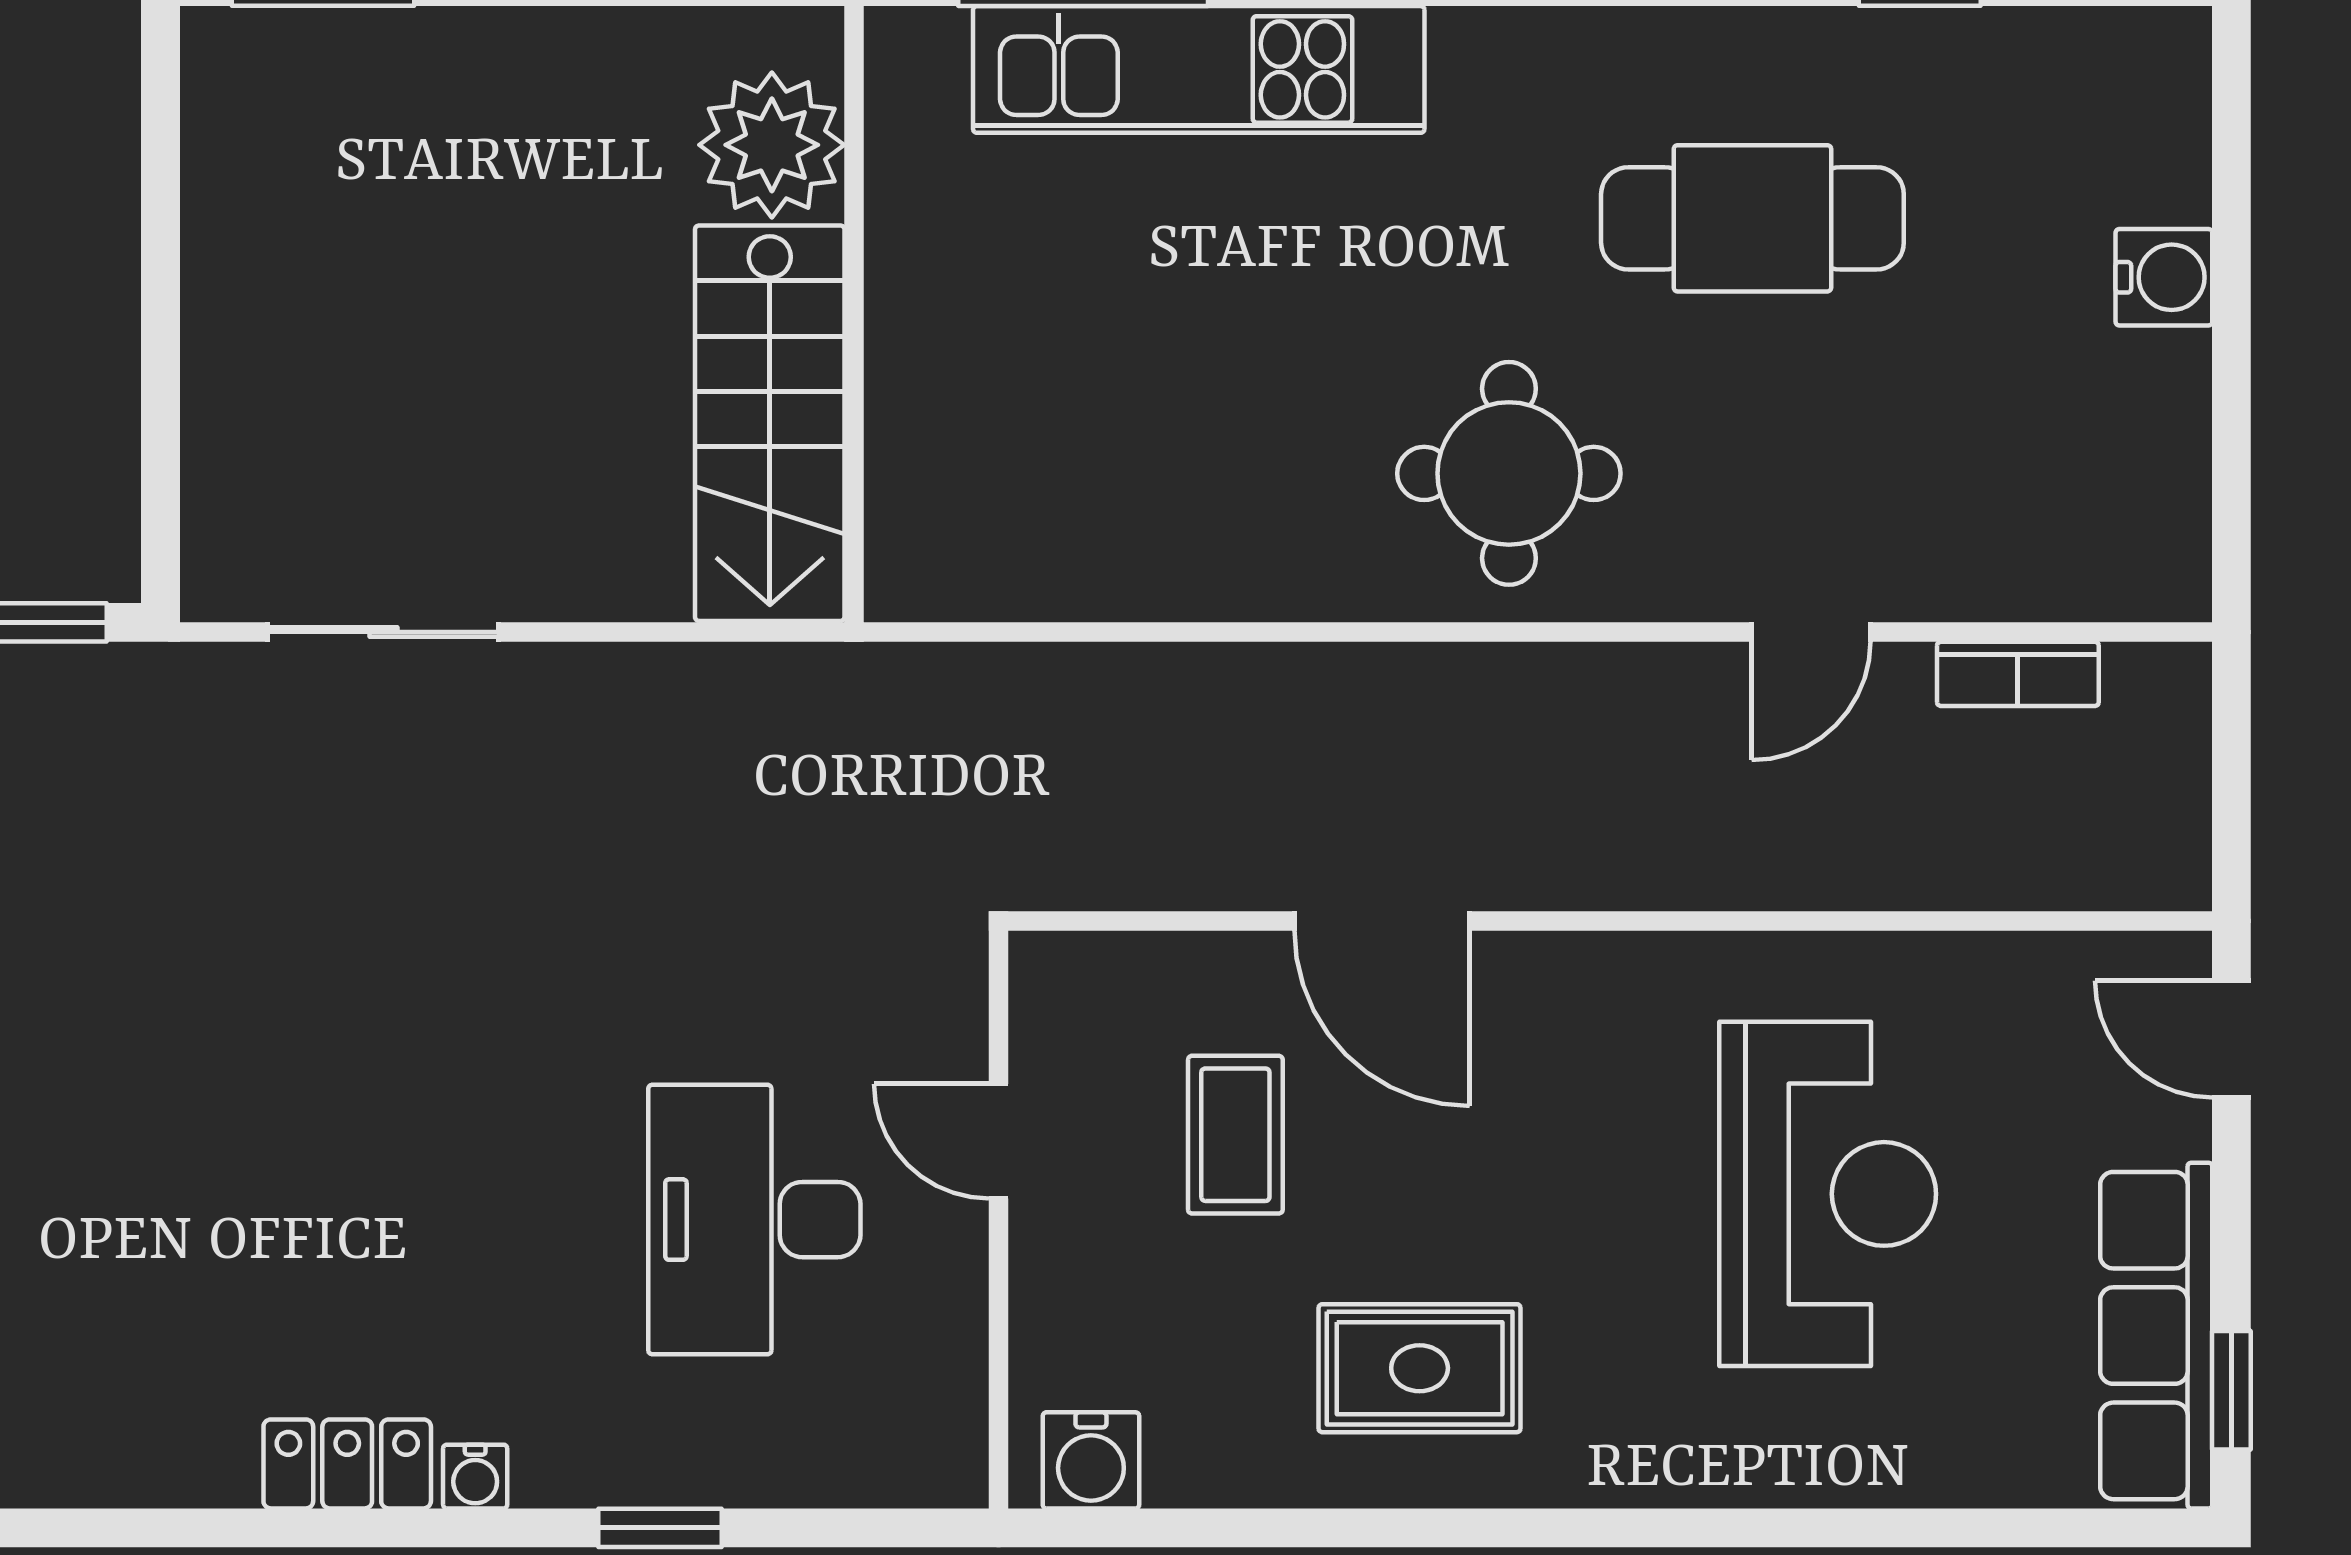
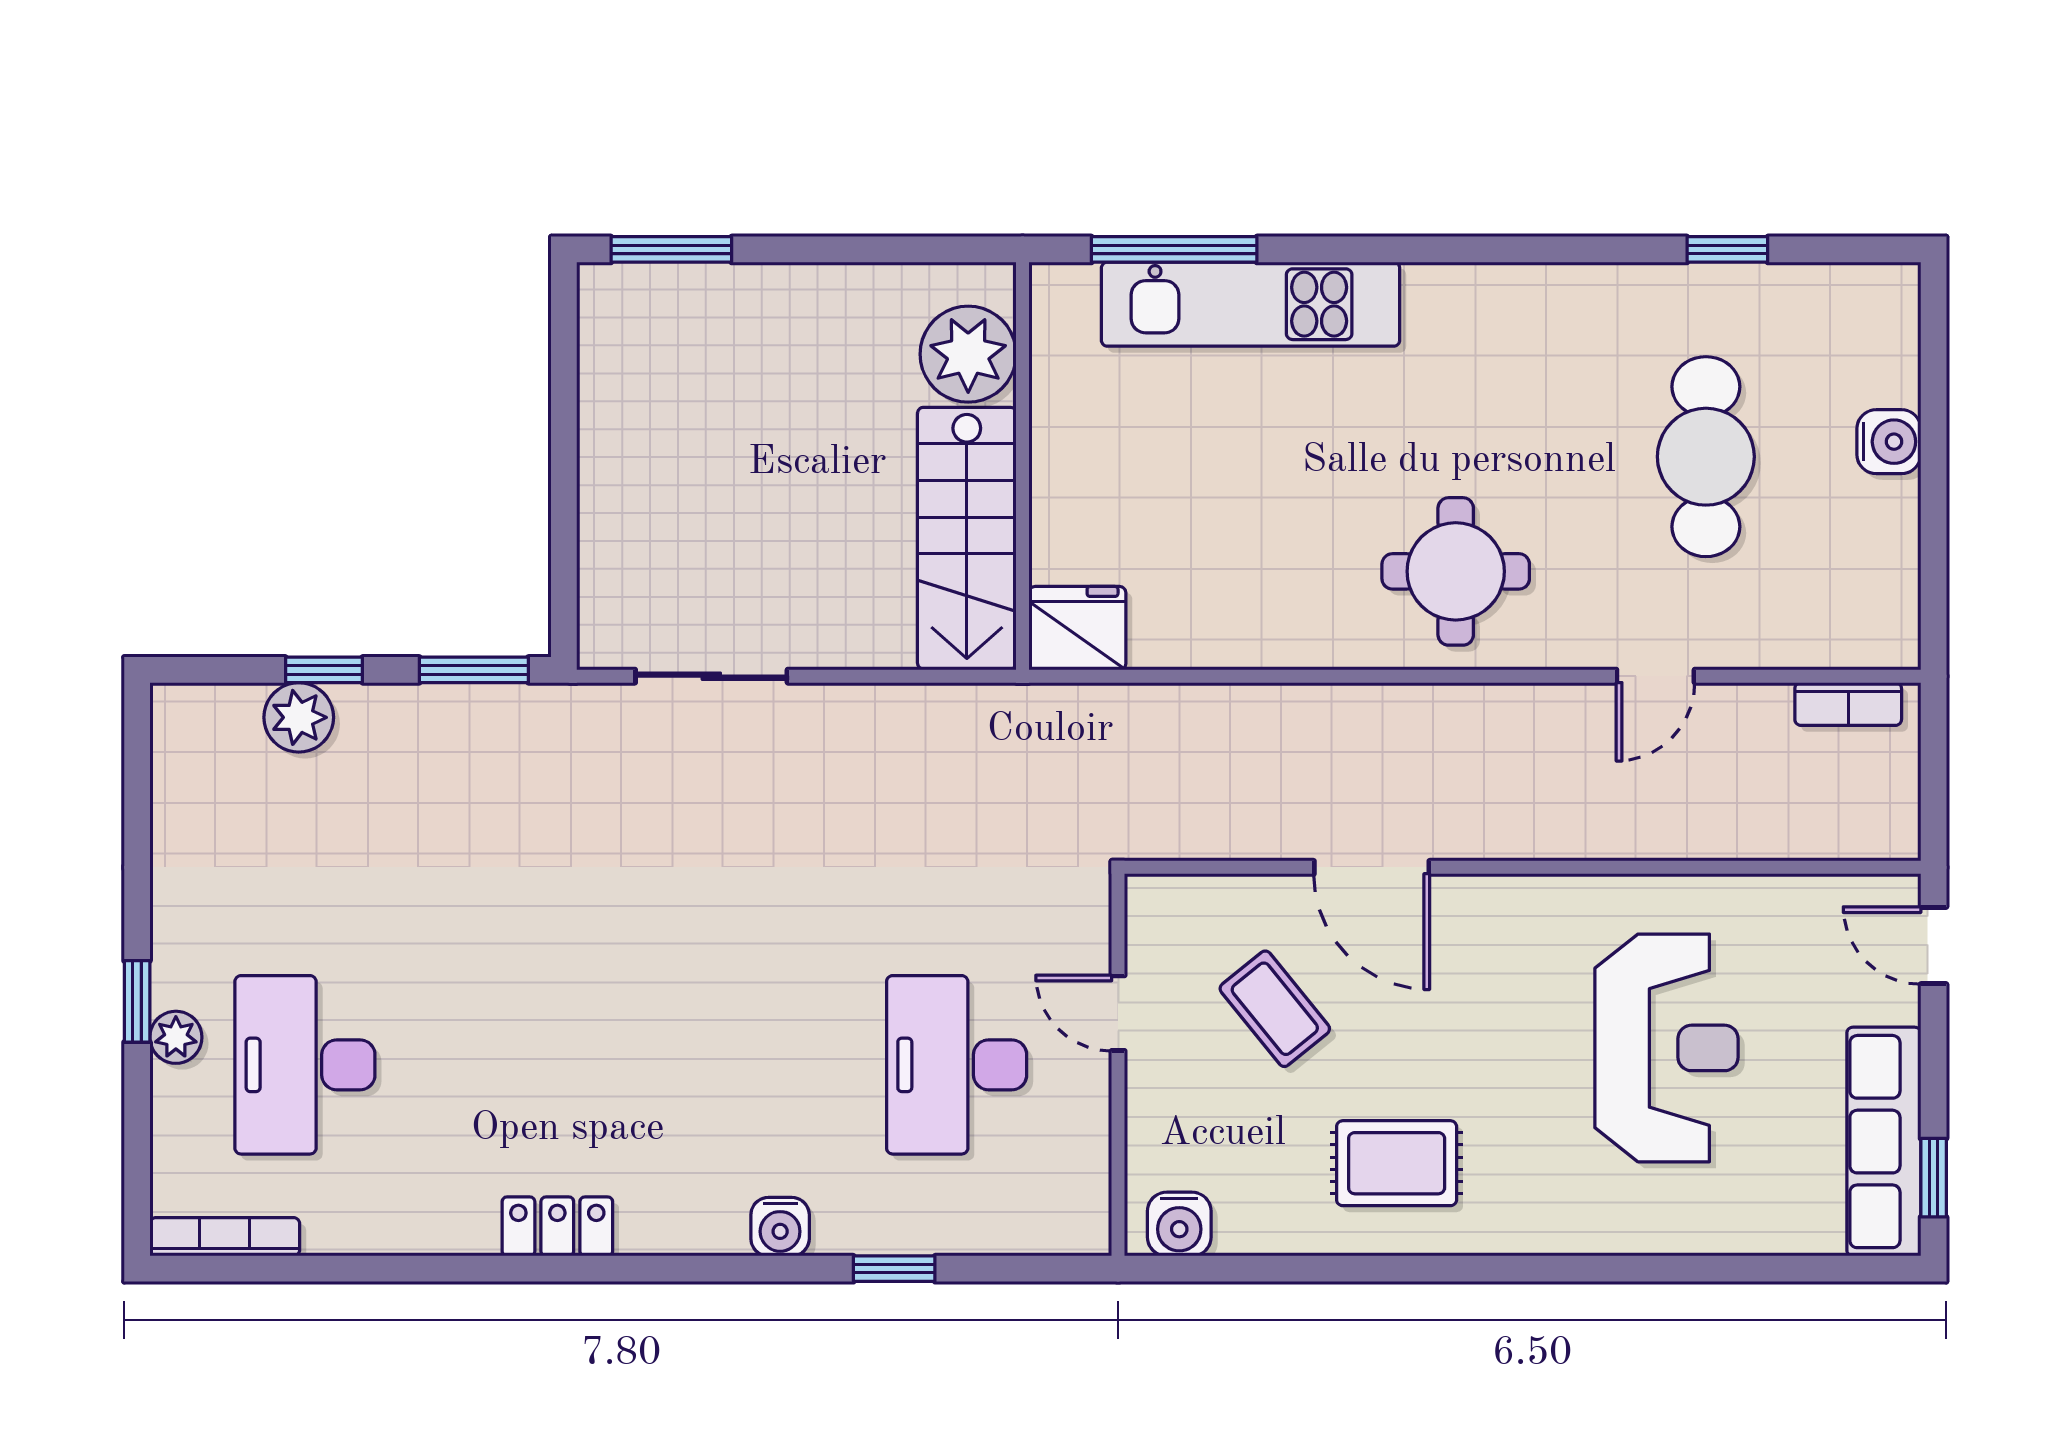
cafe table: (1752, 218) -> (1706, 457), moved, turned 90
fridge: (937, 559) -> (1077, 628), added
bookcase: (2018, 674) -> (1848, 704), moved
coffee table: (1235, 1135) -> (1275, 1009), turned -39
locker: (347, 1464) -> (557, 1226), moved
water cooler: (475, 1477) -> (780, 1227), width x1.38, depth x1.38

